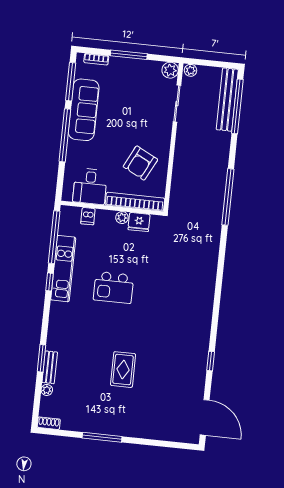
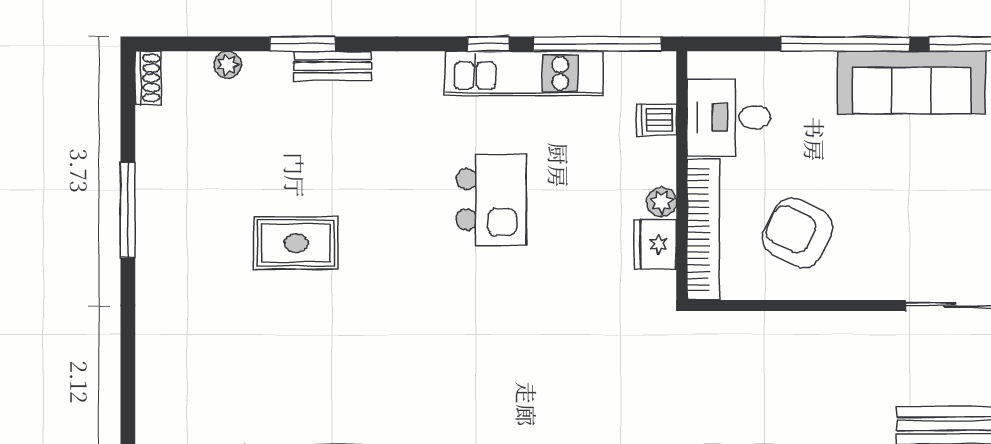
kitchen island: (114, 288) -> (491, 199), turned 180
bench: (50, 367) -> (332, 66), moved

